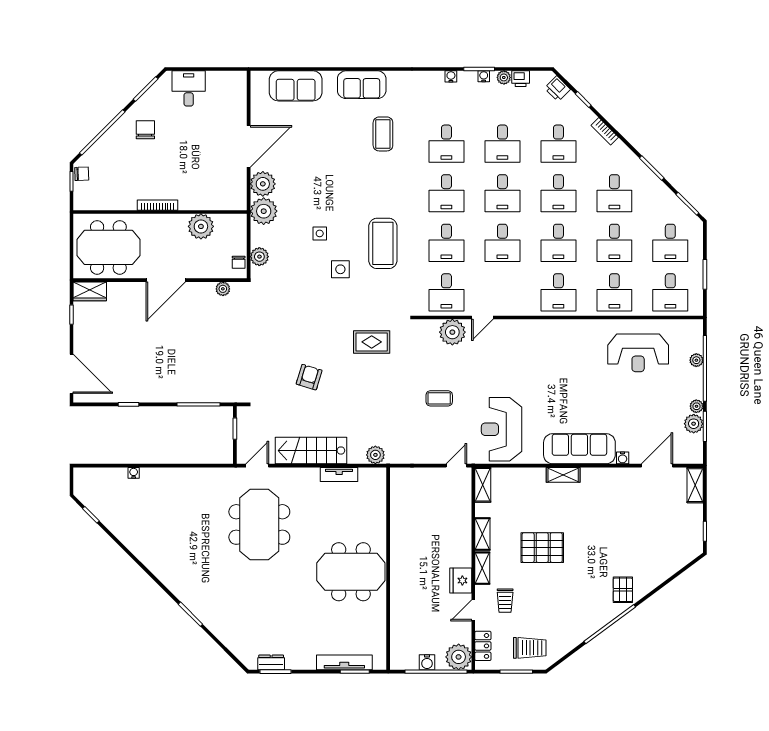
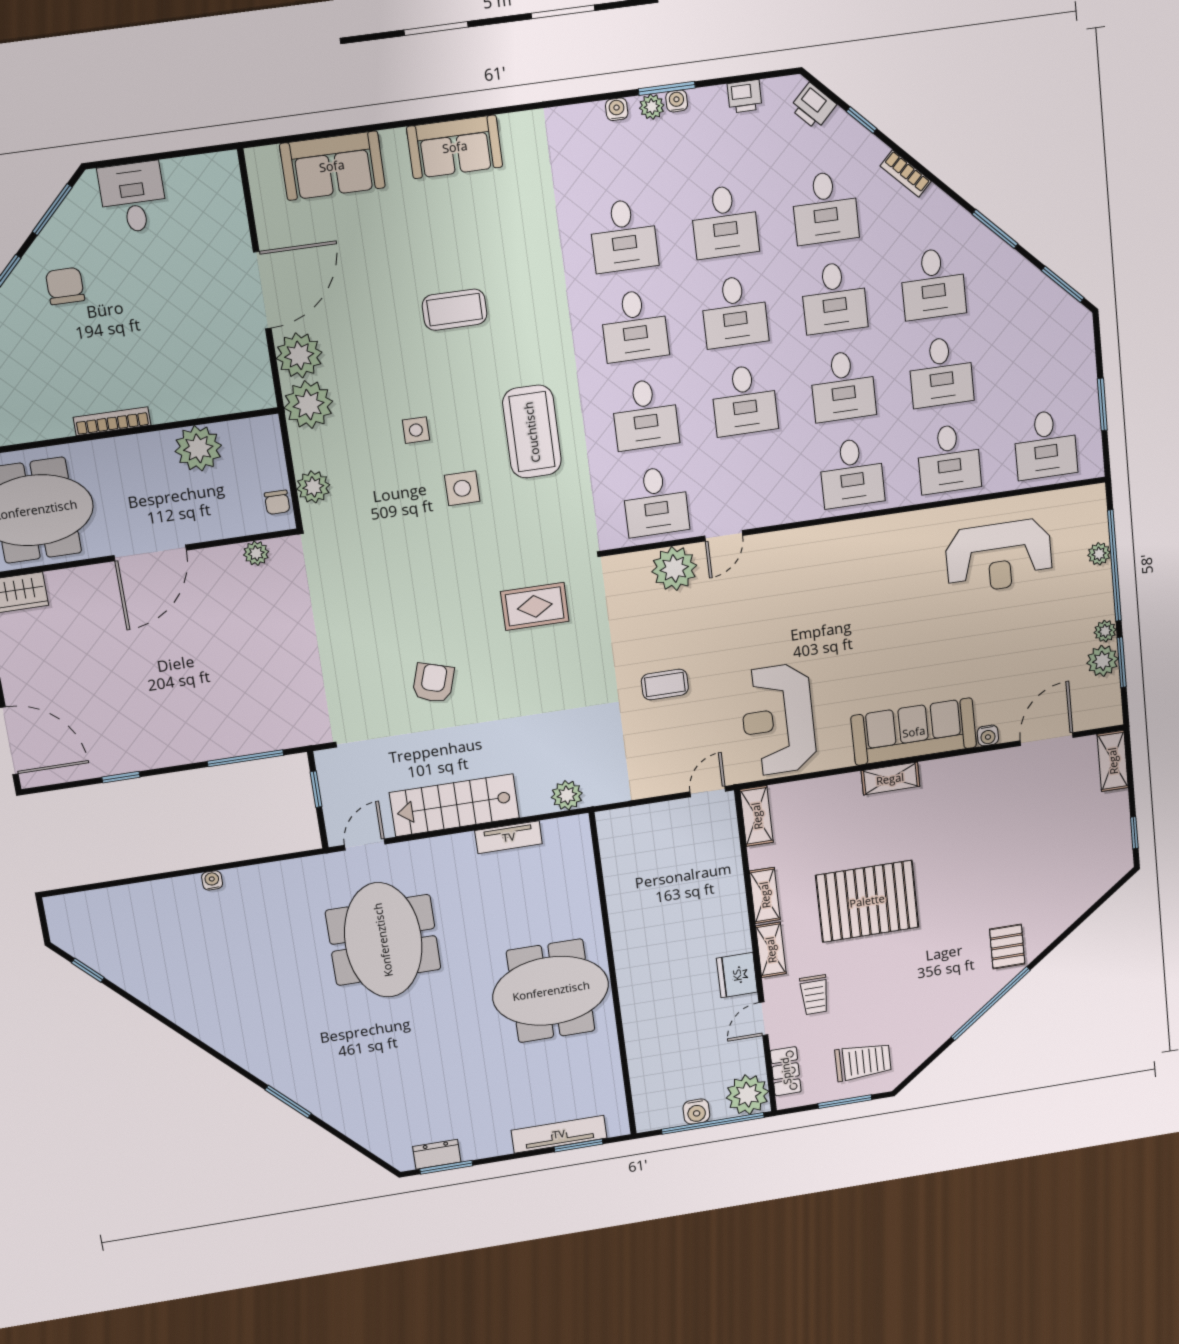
plant: (504, 77) -> (652, 107), moved
coffee table: (383, 134) -> (455, 310), moved, turned 90
desk: (670, 243) -> (1039, 358), removed
water cooler: (134, 473) -> (212, 880), moved
pallet: (542, 548) -> (867, 901), width x1.37, depth x1.41

